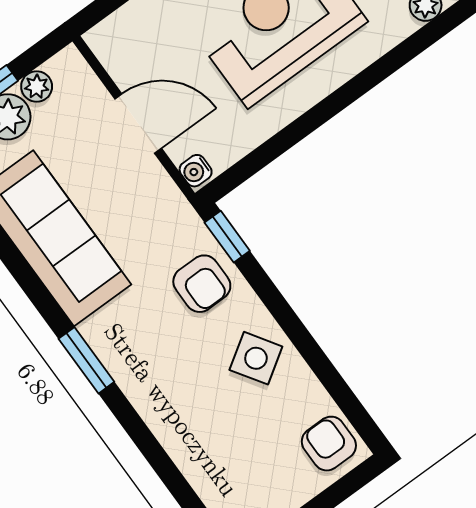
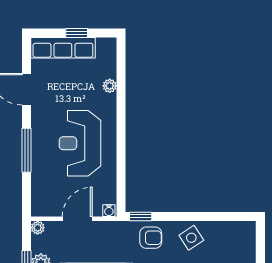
plant: (37, 87) -> (38, 228), moved
armchair: (329, 444) -> (241, 234), removed

